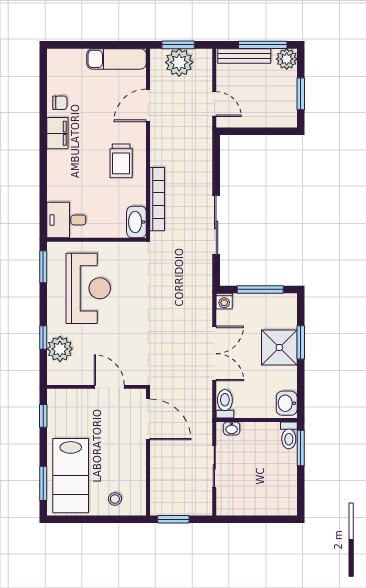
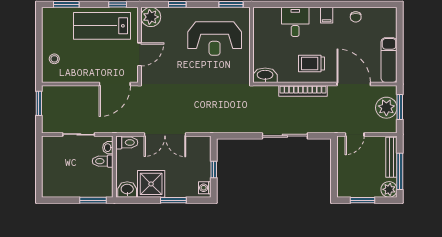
door: (148, 105) -> (354, 84), width x1.36
filing cabinet: (57, 133) -> (327, 15), width x0.50
bookcase: (157, 199) -> (303, 91), moved
desk: (66, 220) -> (295, 22), moved
sliding door: (216, 225) -> (285, 136), moved
window: (260, 289) -> (214, 169), width x0.46
washing machine: (224, 301) -> (205, 188), moved
shower: (279, 347) -> (151, 184), moved
plant: (60, 349) -> (151, 17), moved
toilet: (289, 435) -> (103, 161), moved
lab bench: (71, 476) -> (102, 26), moved

